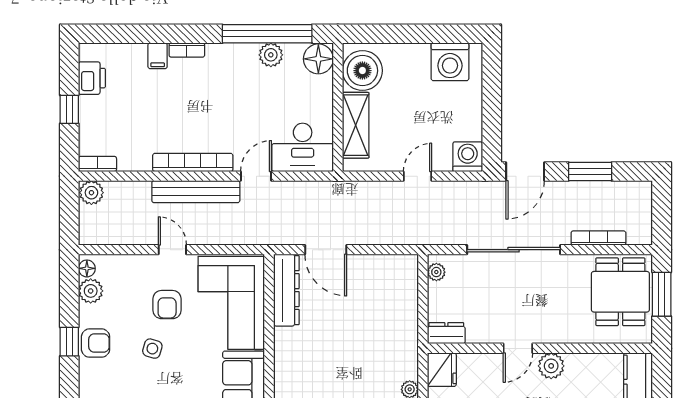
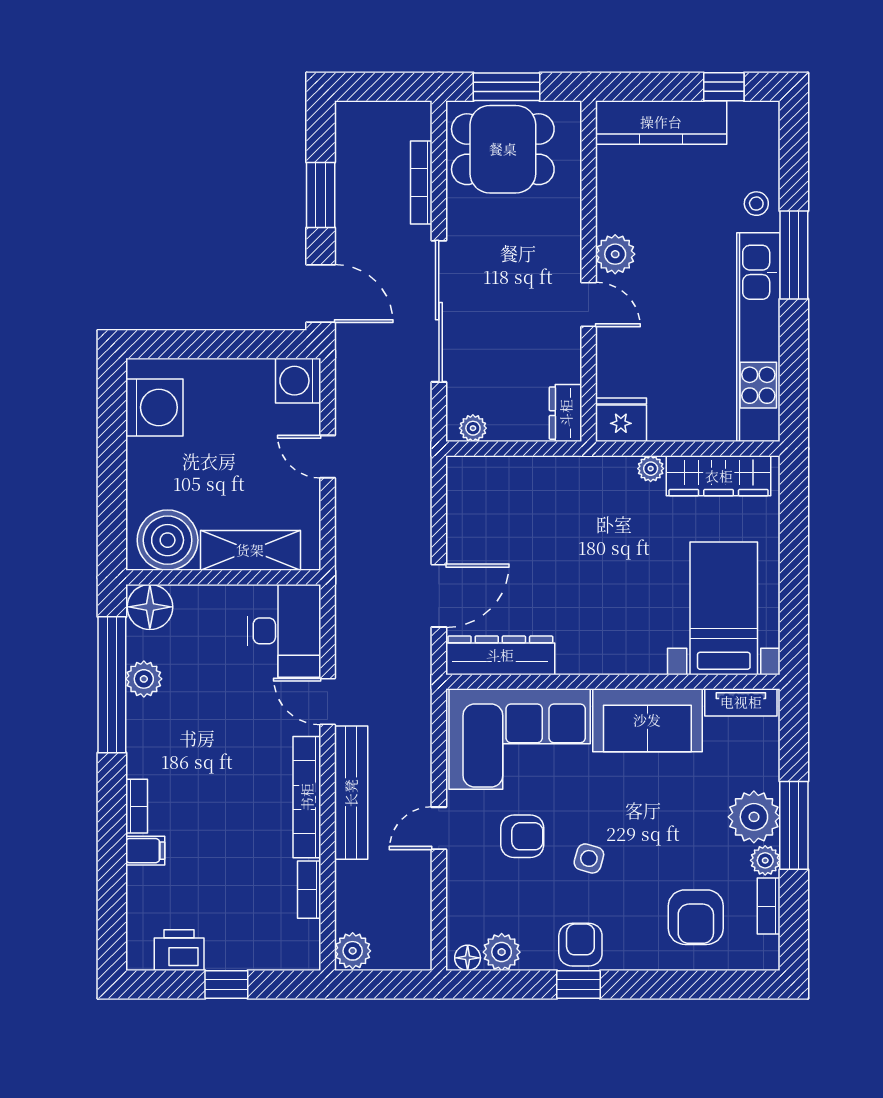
bookcase: (97, 164) -> (309, 890), moved

